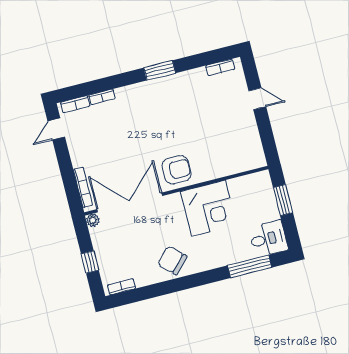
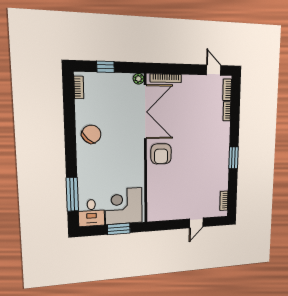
corner desk: (209, 208) -> (124, 206), moved, turned 90

